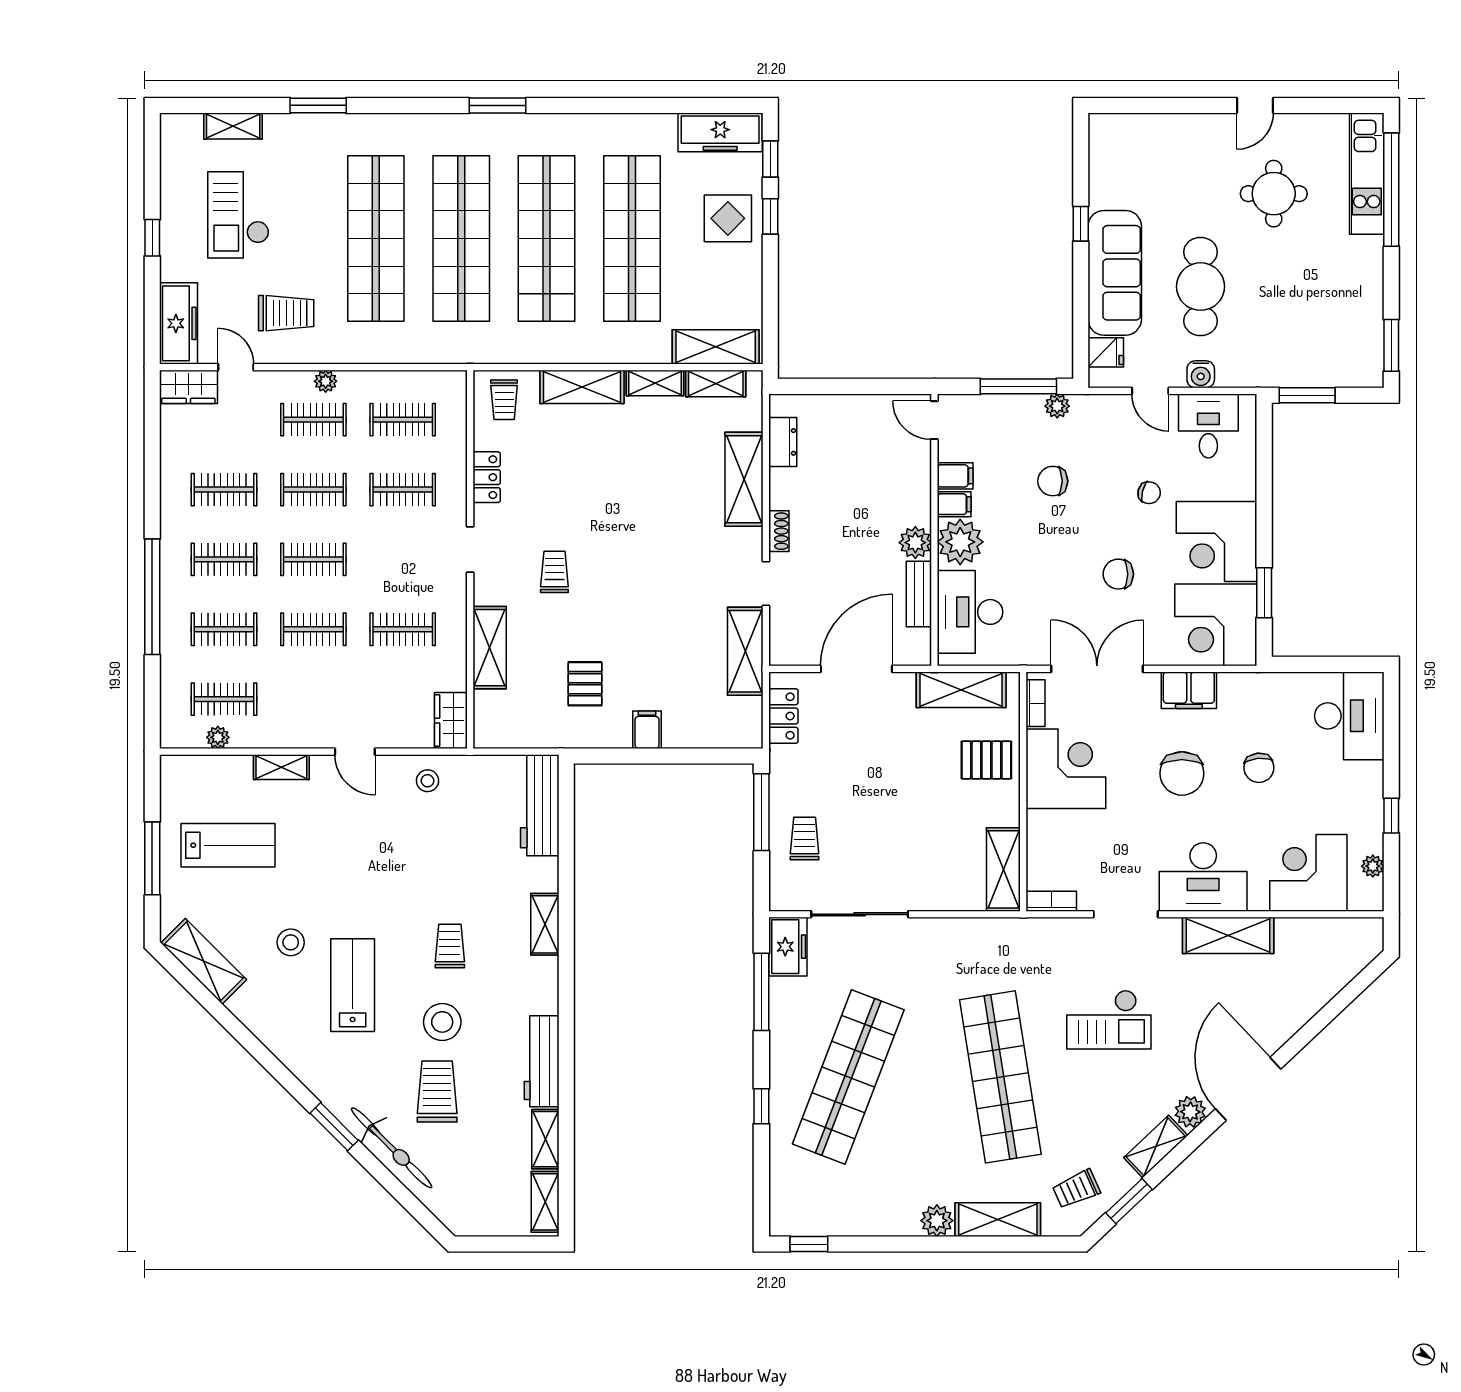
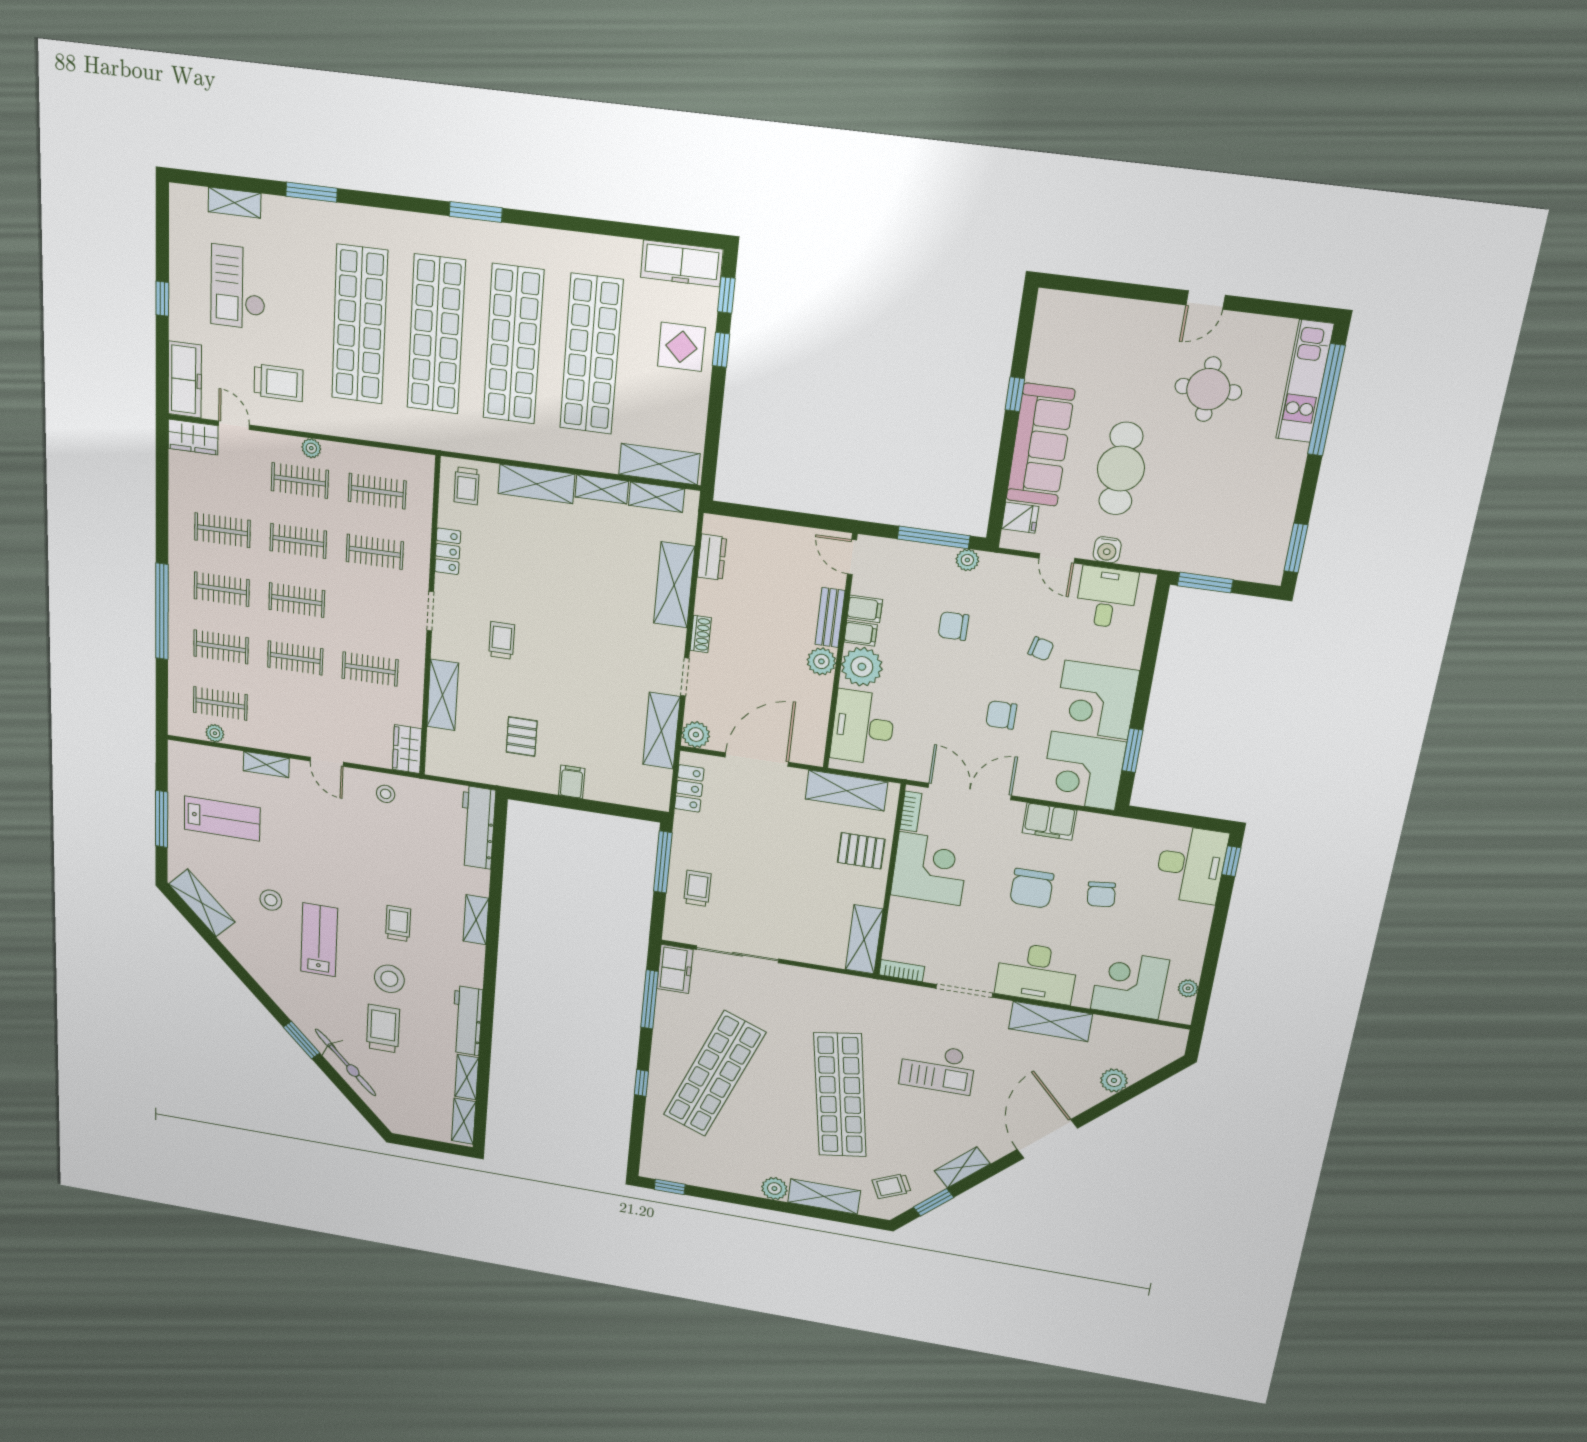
bench: (919, 594) -> (830, 618), moved
plant: (785, 650) -> (696, 735), added
window: (1391, 816) -> (1231, 861), moved
plant: (1190, 1112) -> (1114, 1080), moved

